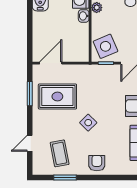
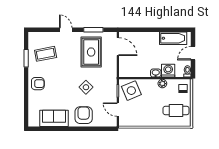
side table: (88, 123) -> (86, 87), moved
door: (30, 143) -> (66, 30), moved

